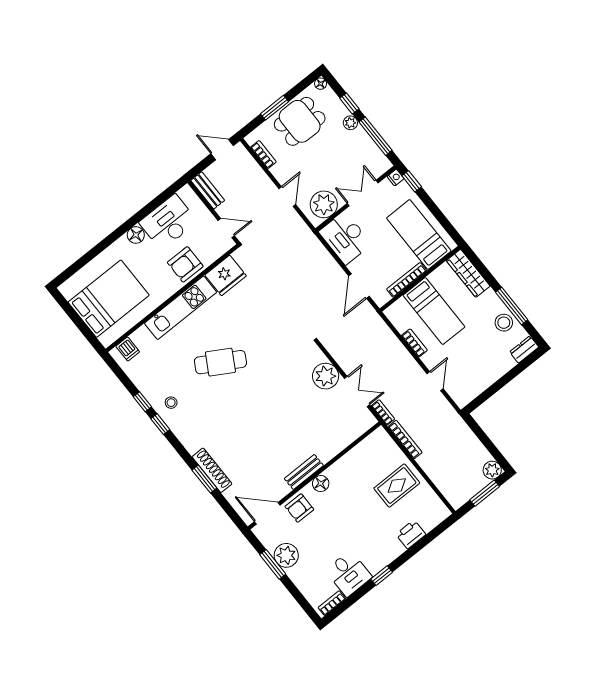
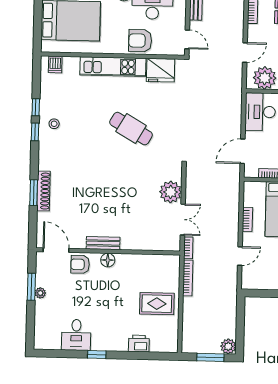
cafe table: (220, 362) -> (131, 129), moved
plant: (286, 555) -> (40, 293), width x0.53, depth x0.53
bookcase: (332, 603) -> (49, 345), removed

